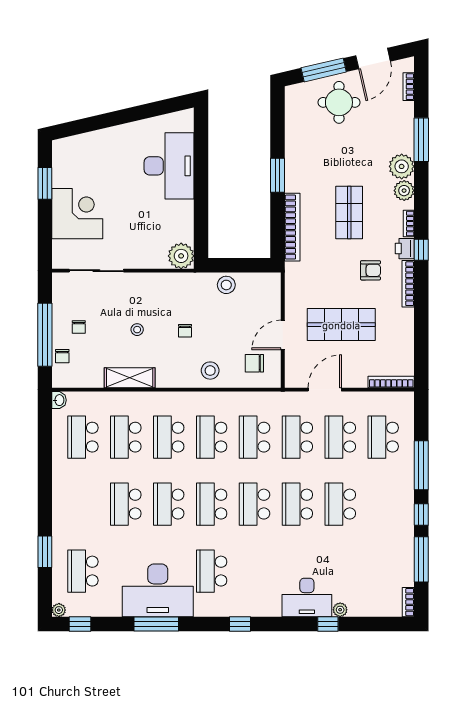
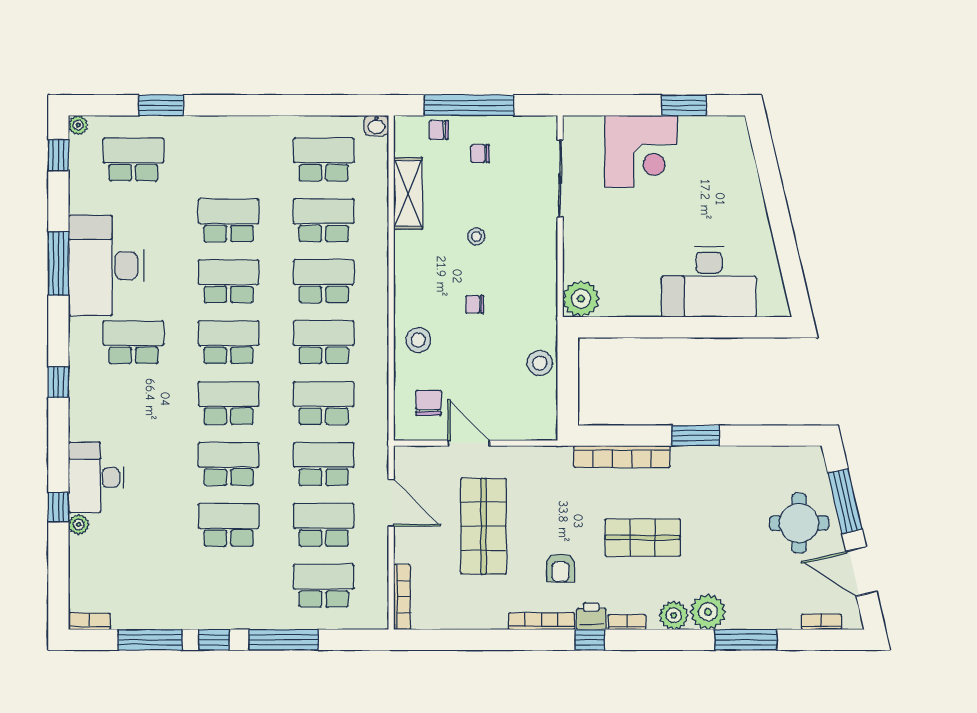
shelving: (130, 378) -> (408, 193), moved

